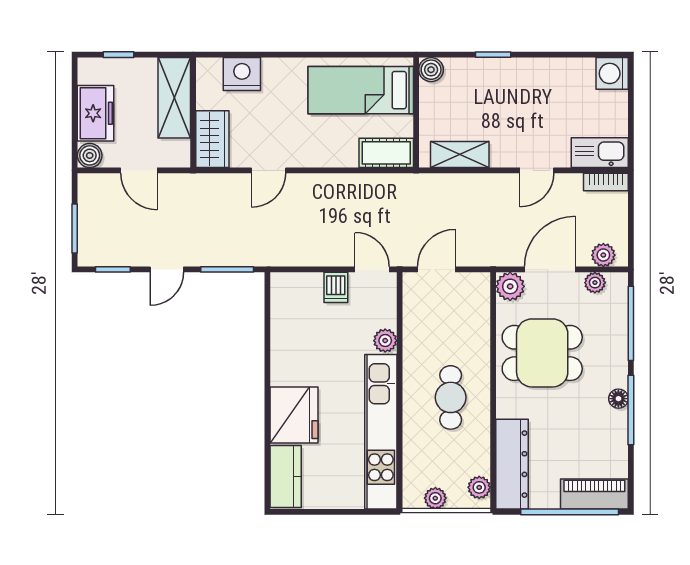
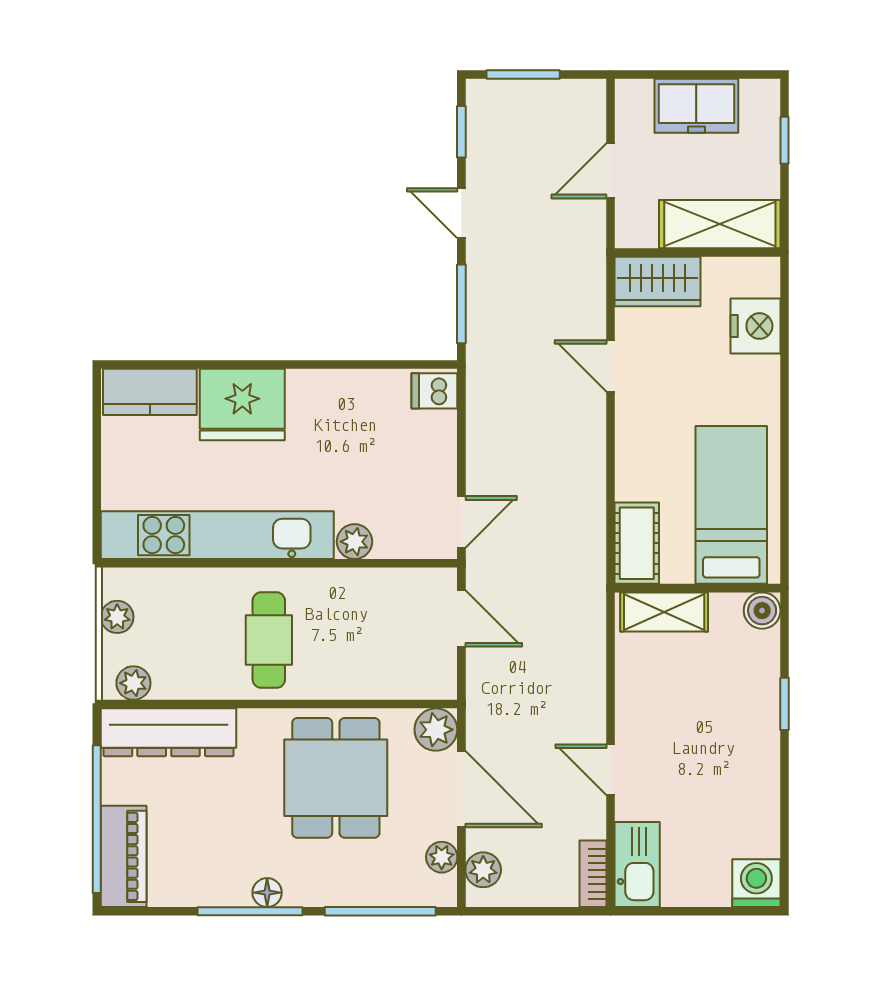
boiler: (90, 155) -> (633, 97), removed
shelving: (460, 155) -> (664, 612), moved, turned 90
dishwasher: (336, 287) -> (434, 391), moved
cafe table: (451, 397) -> (269, 640), turned 90

